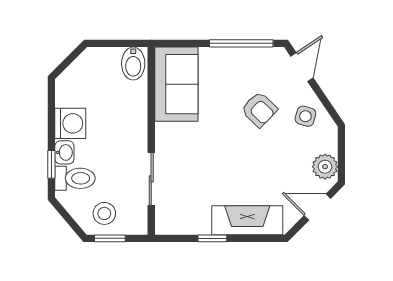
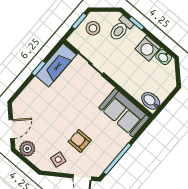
armchair: (259, 109) -> (80, 141), turned 46
washbasin: (64, 152) -> (164, 57), moved
fireplace: (247, 220) -> (56, 65), moved

